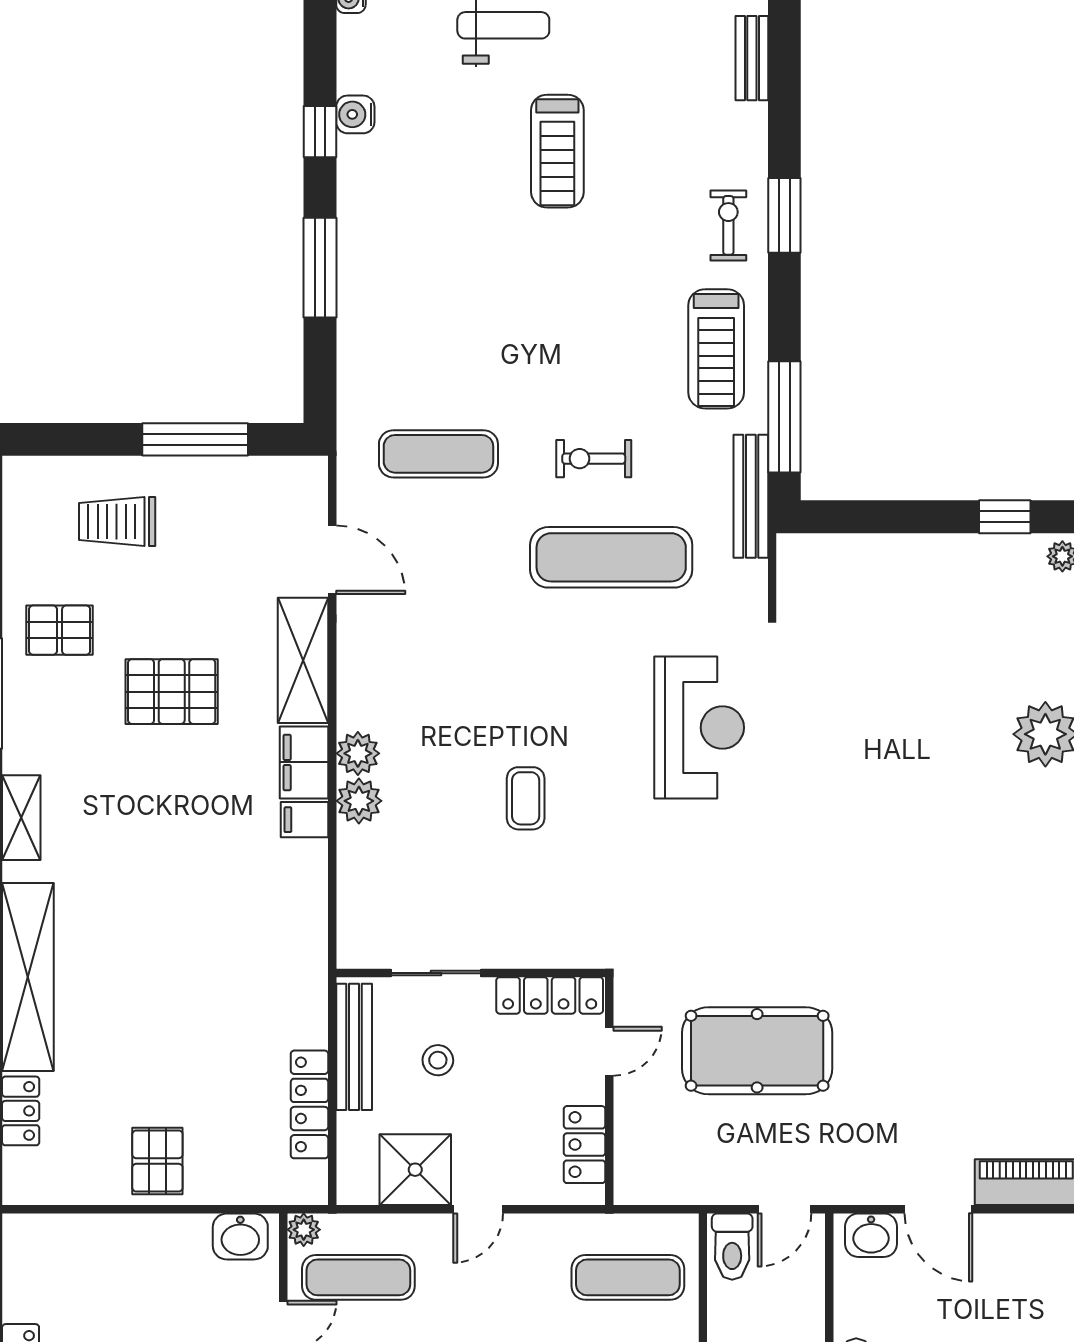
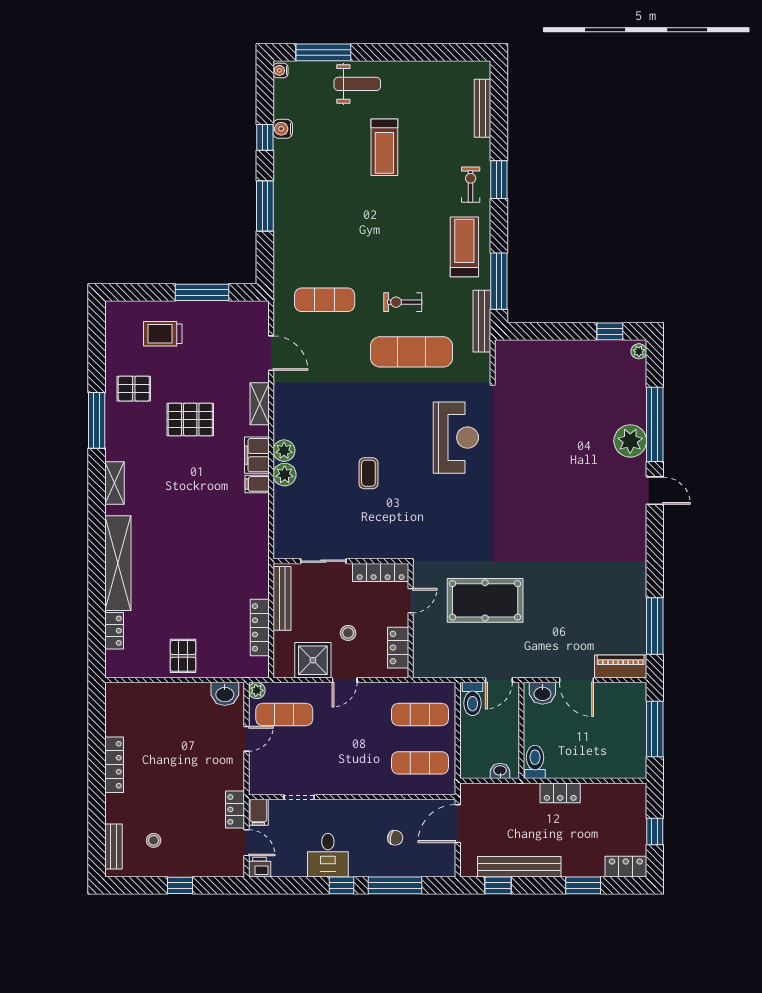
bench: (752, 58) -> (482, 108), width x1.36
treadmill: (716, 349) -> (464, 247), turned 180
shelving: (303, 660) -> (260, 404), width x0.67, depth x0.75
stool: (438, 1060) -> (348, 633), moved

